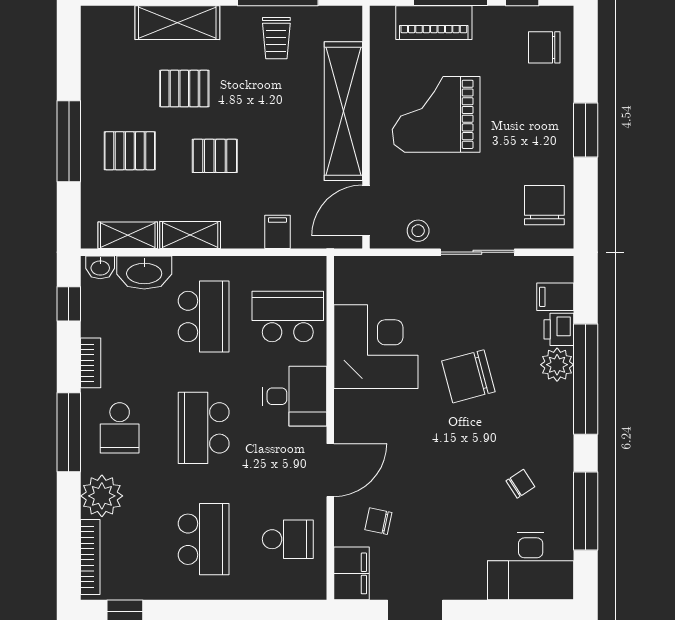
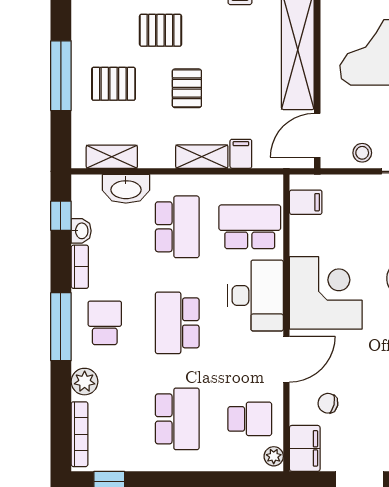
pallet: (215, 156) -> (187, 88), turned 90
shelving: (190, 235) -> (202, 157), moved
washbasin: (100, 267) -> (81, 231), moved, turned -90
filing cabinet: (353, 288) -> (306, 202), added
corner desk: (376, 347) -> (326, 293), moved
desk: (294, 396) -> (255, 296), width x1.37
school desk: (120, 428) -> (105, 323), turned 180
plant: (102, 496) -> (85, 382), width x0.73, depth x0.73
plant: (316, 583) -> (274, 456), added

